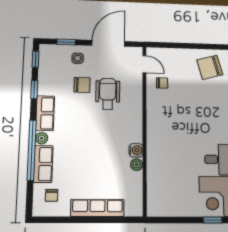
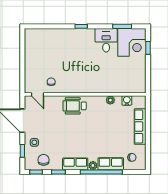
door: (144, 64) -> (37, 94), swing flipped
chair: (210, 67) -> (38, 47), removed
chair: (82, 85) -> (44, 160), moved
wheelchair: (108, 94) -> (75, 106), moved
water cooler: (136, 150) -> (127, 100), moved

